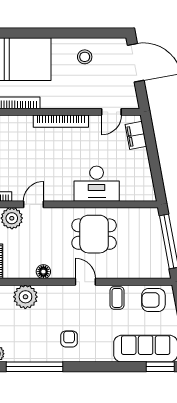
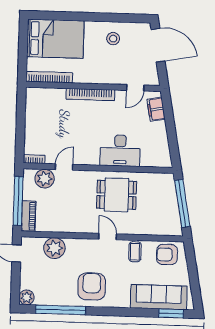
floor lamp: (43, 272) -> (71, 226), removed
armchair: (69, 339) -> (92, 286), width x1.88, depth x1.88

